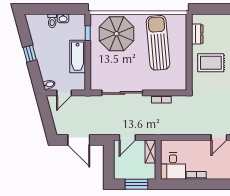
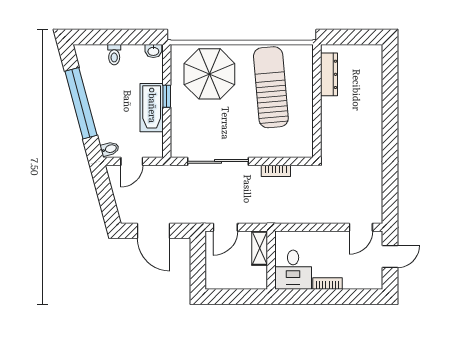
washbasin: (63, 18) -> (153, 51), moved
window: (88, 33) -> (167, 96), moved
dresser: (197, 34) -> (329, 74), width x1.44
window: (30, 54) -> (81, 103), width x3.17
rug: (211, 63) -> (349, 117), removed
window: (136, 184) -> (239, 297), removed

